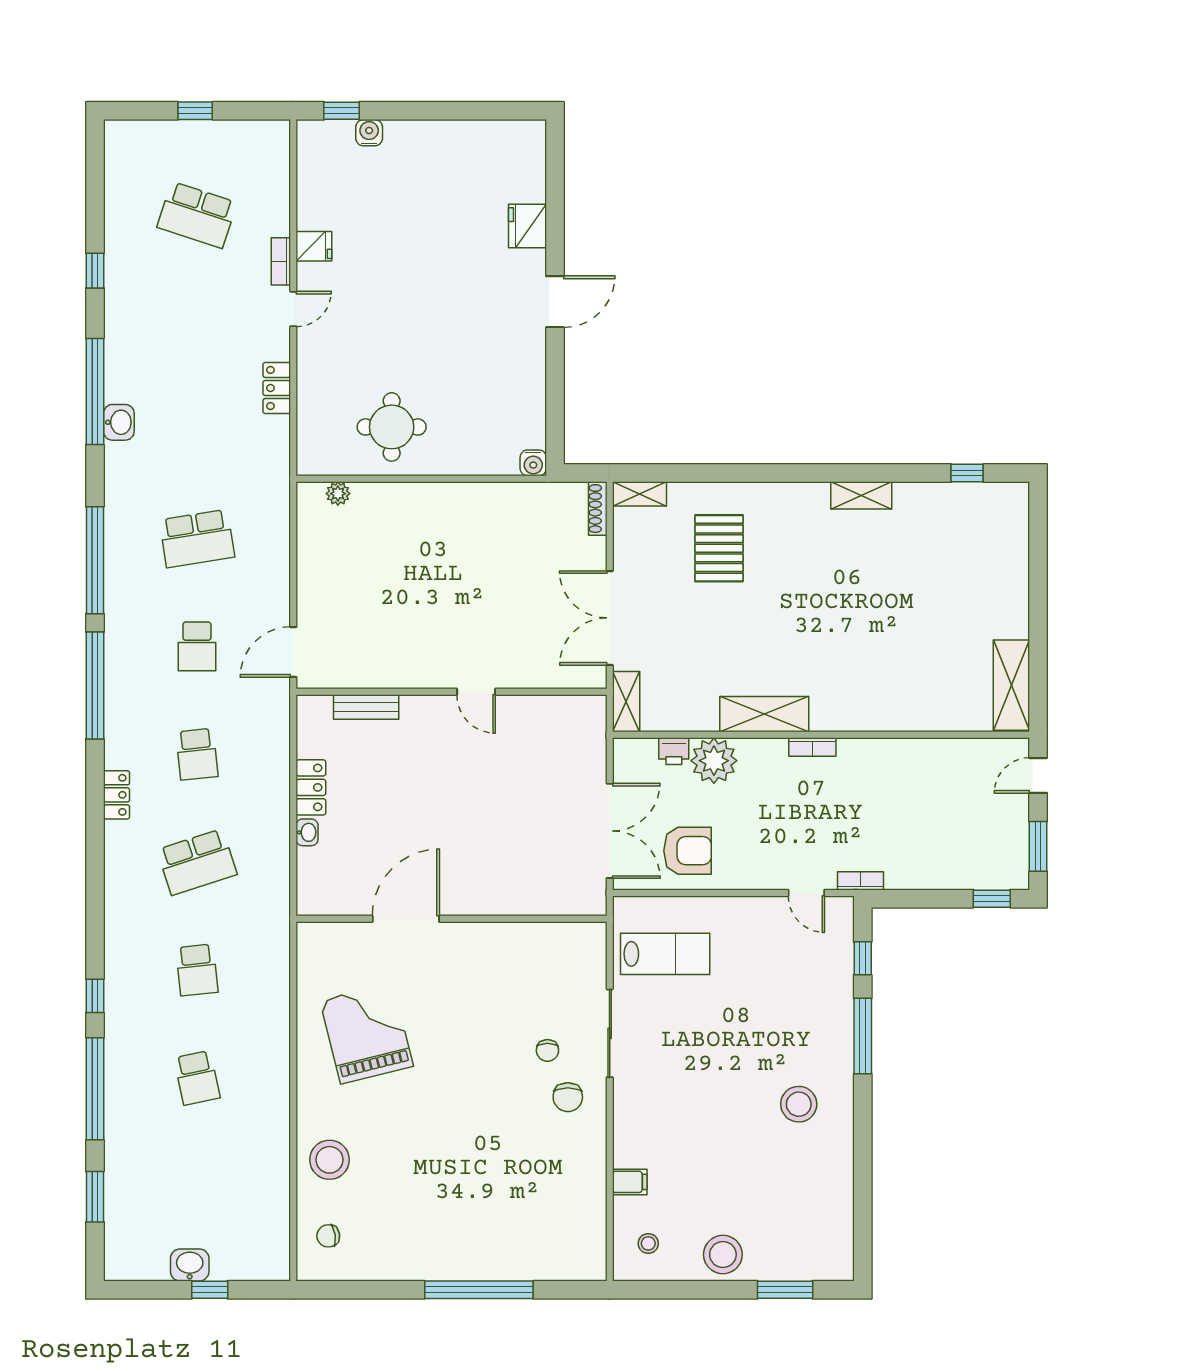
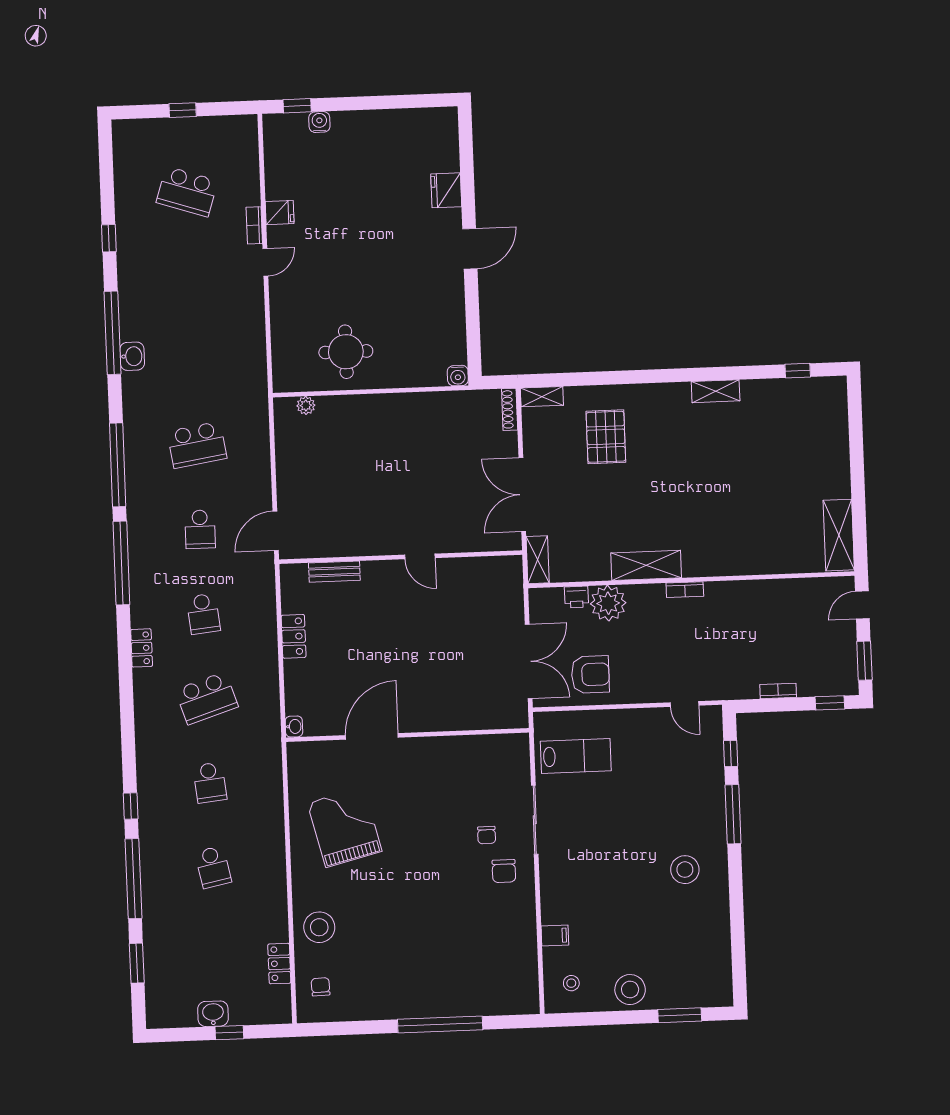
locker: (277, 388) -> (279, 964), moved
washbasin: (307, 832) -> (294, 727), moved
bookcase: (861, 881) -> (778, 691), moved
chair: (328, 1236) -> (321, 987), turned 97

